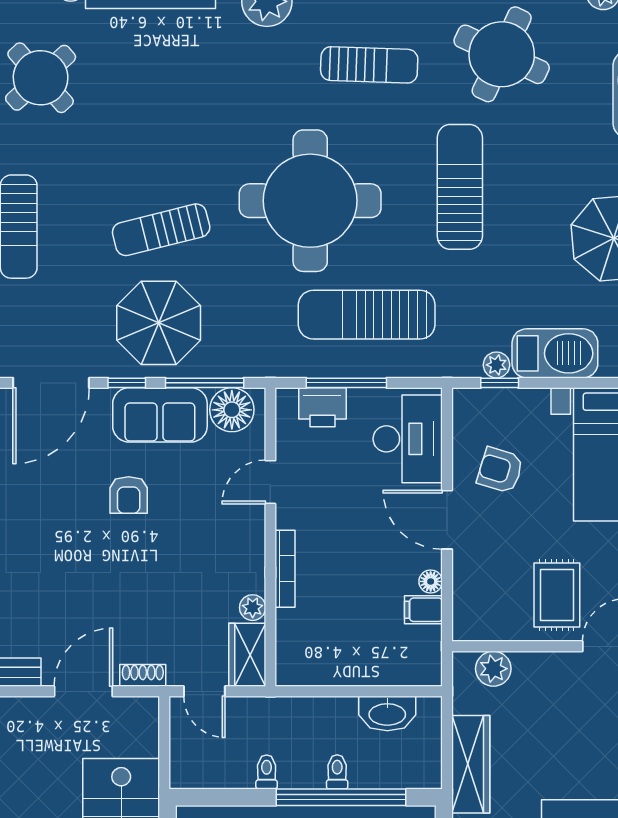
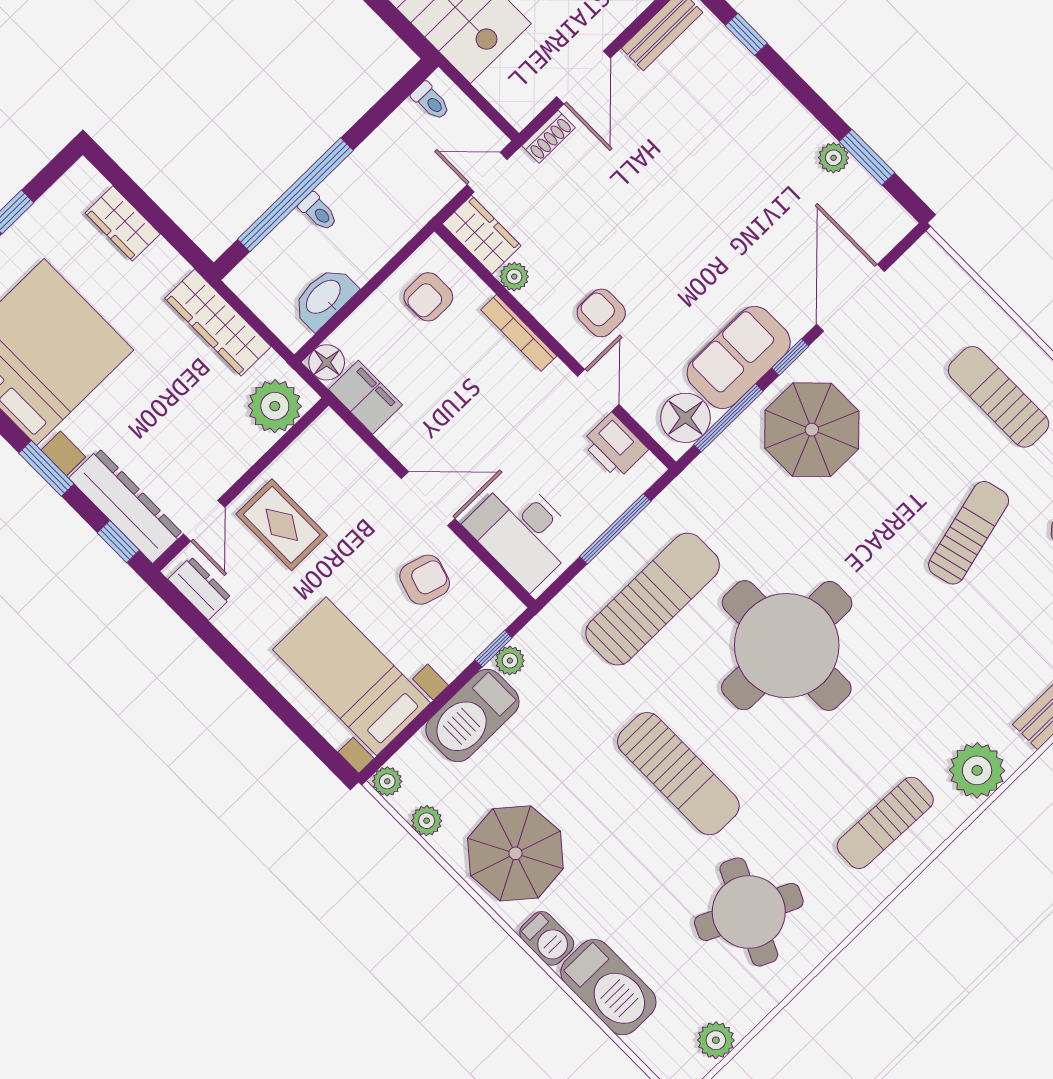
sun lounger: (369, 65) -> (885, 823), moved
sun lounger: (161, 230) -> (969, 533), moved
printer: (322, 407) -> (615, 446), moved, turned -90
armchair: (129, 495) -> (601, 313), moved
floor lamp: (431, 581) -> (327, 362), moved, width x1.37, depth x1.37
filing cabinet: (423, 610) -> (365, 397), width x2.00
armchair: (320, 649) -> (428, 297), added
plant: (493, 669) -> (275, 406), width x1.36, depth x1.36
toilet: (267, 772) -> (431, 101), moved

